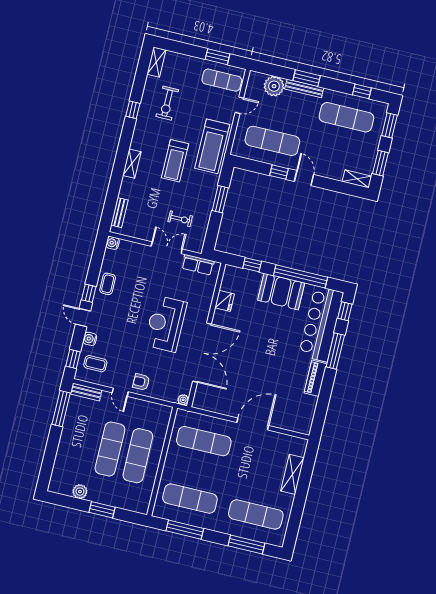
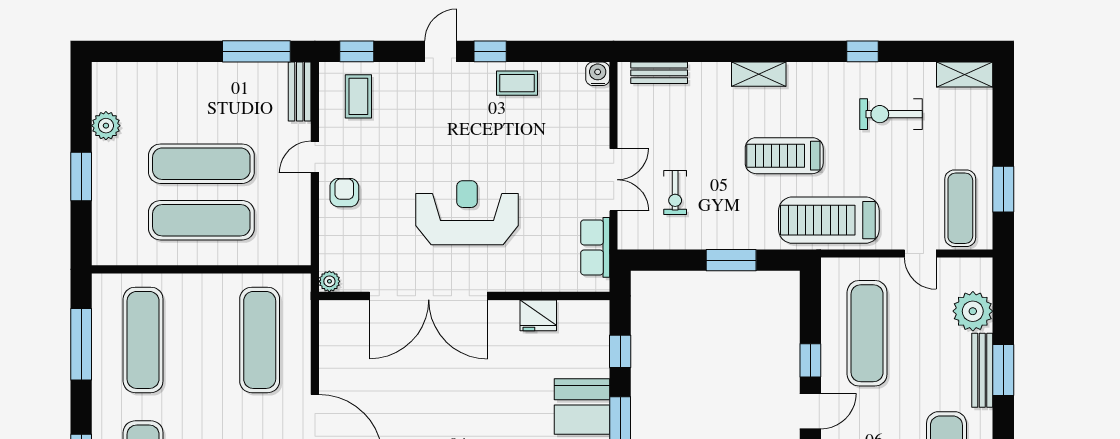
water cooler: (90, 339) -> (403, 74), removed

